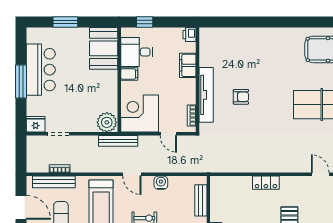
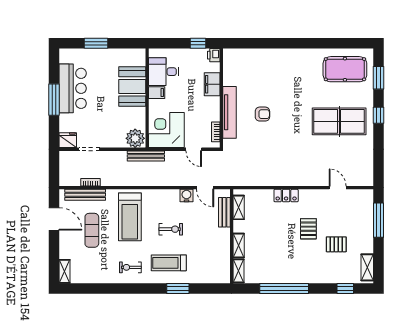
window: (145, 22) -> (198, 43), moved
booth: (104, 48) -> (132, 86), moved
door: (132, 174) -> (205, 188), moved
shelving: (216, 195) -> (239, 207), added

